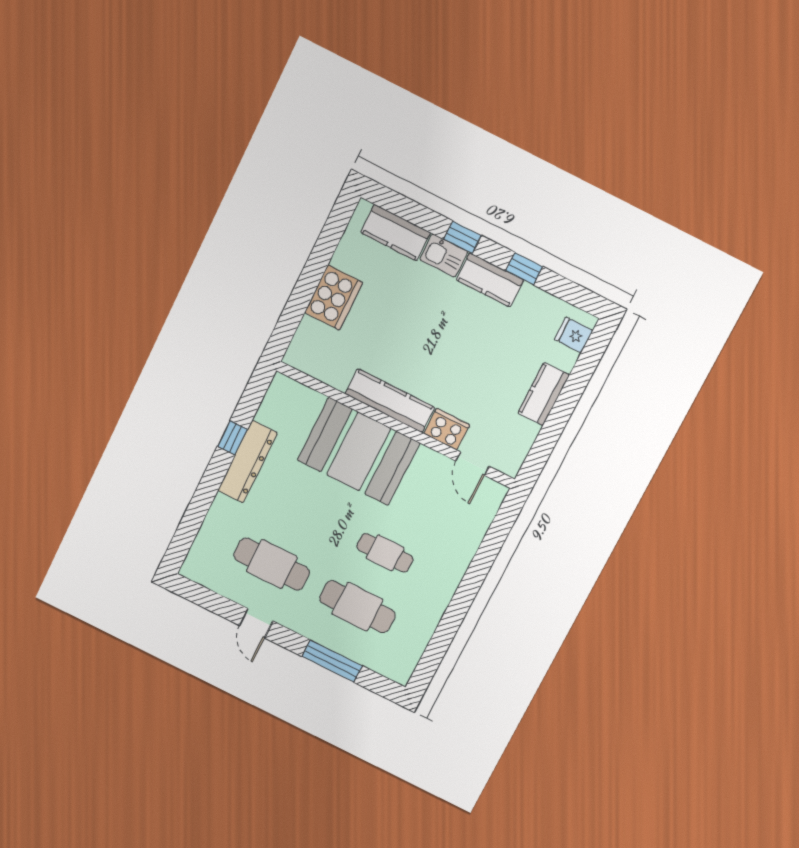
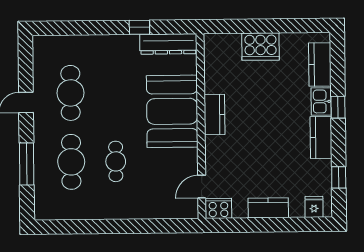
window: (524, 269) -> (339, 177), moved
kitchen counter: (390, 401) -> (214, 114), width x0.67
cooker: (447, 429) -> (218, 208), moved, turned -90
dresser: (247, 462) -> (168, 44), moved

